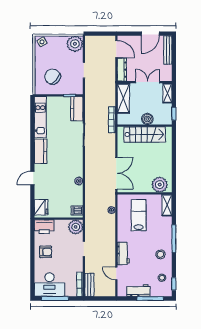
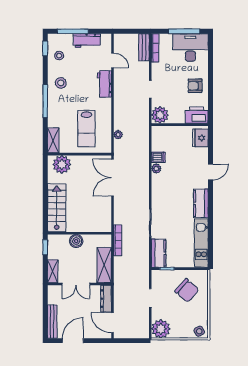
stairs: (145, 135) -> (57, 208), moved, turned 90
dishwasher: (77, 210) -> (158, 157), moved

